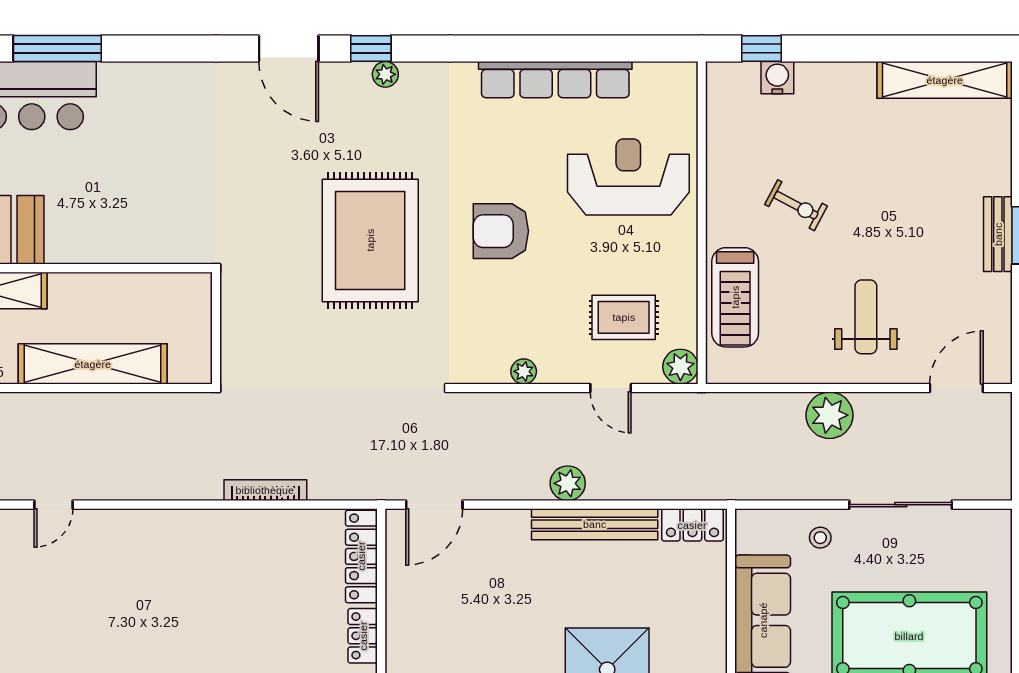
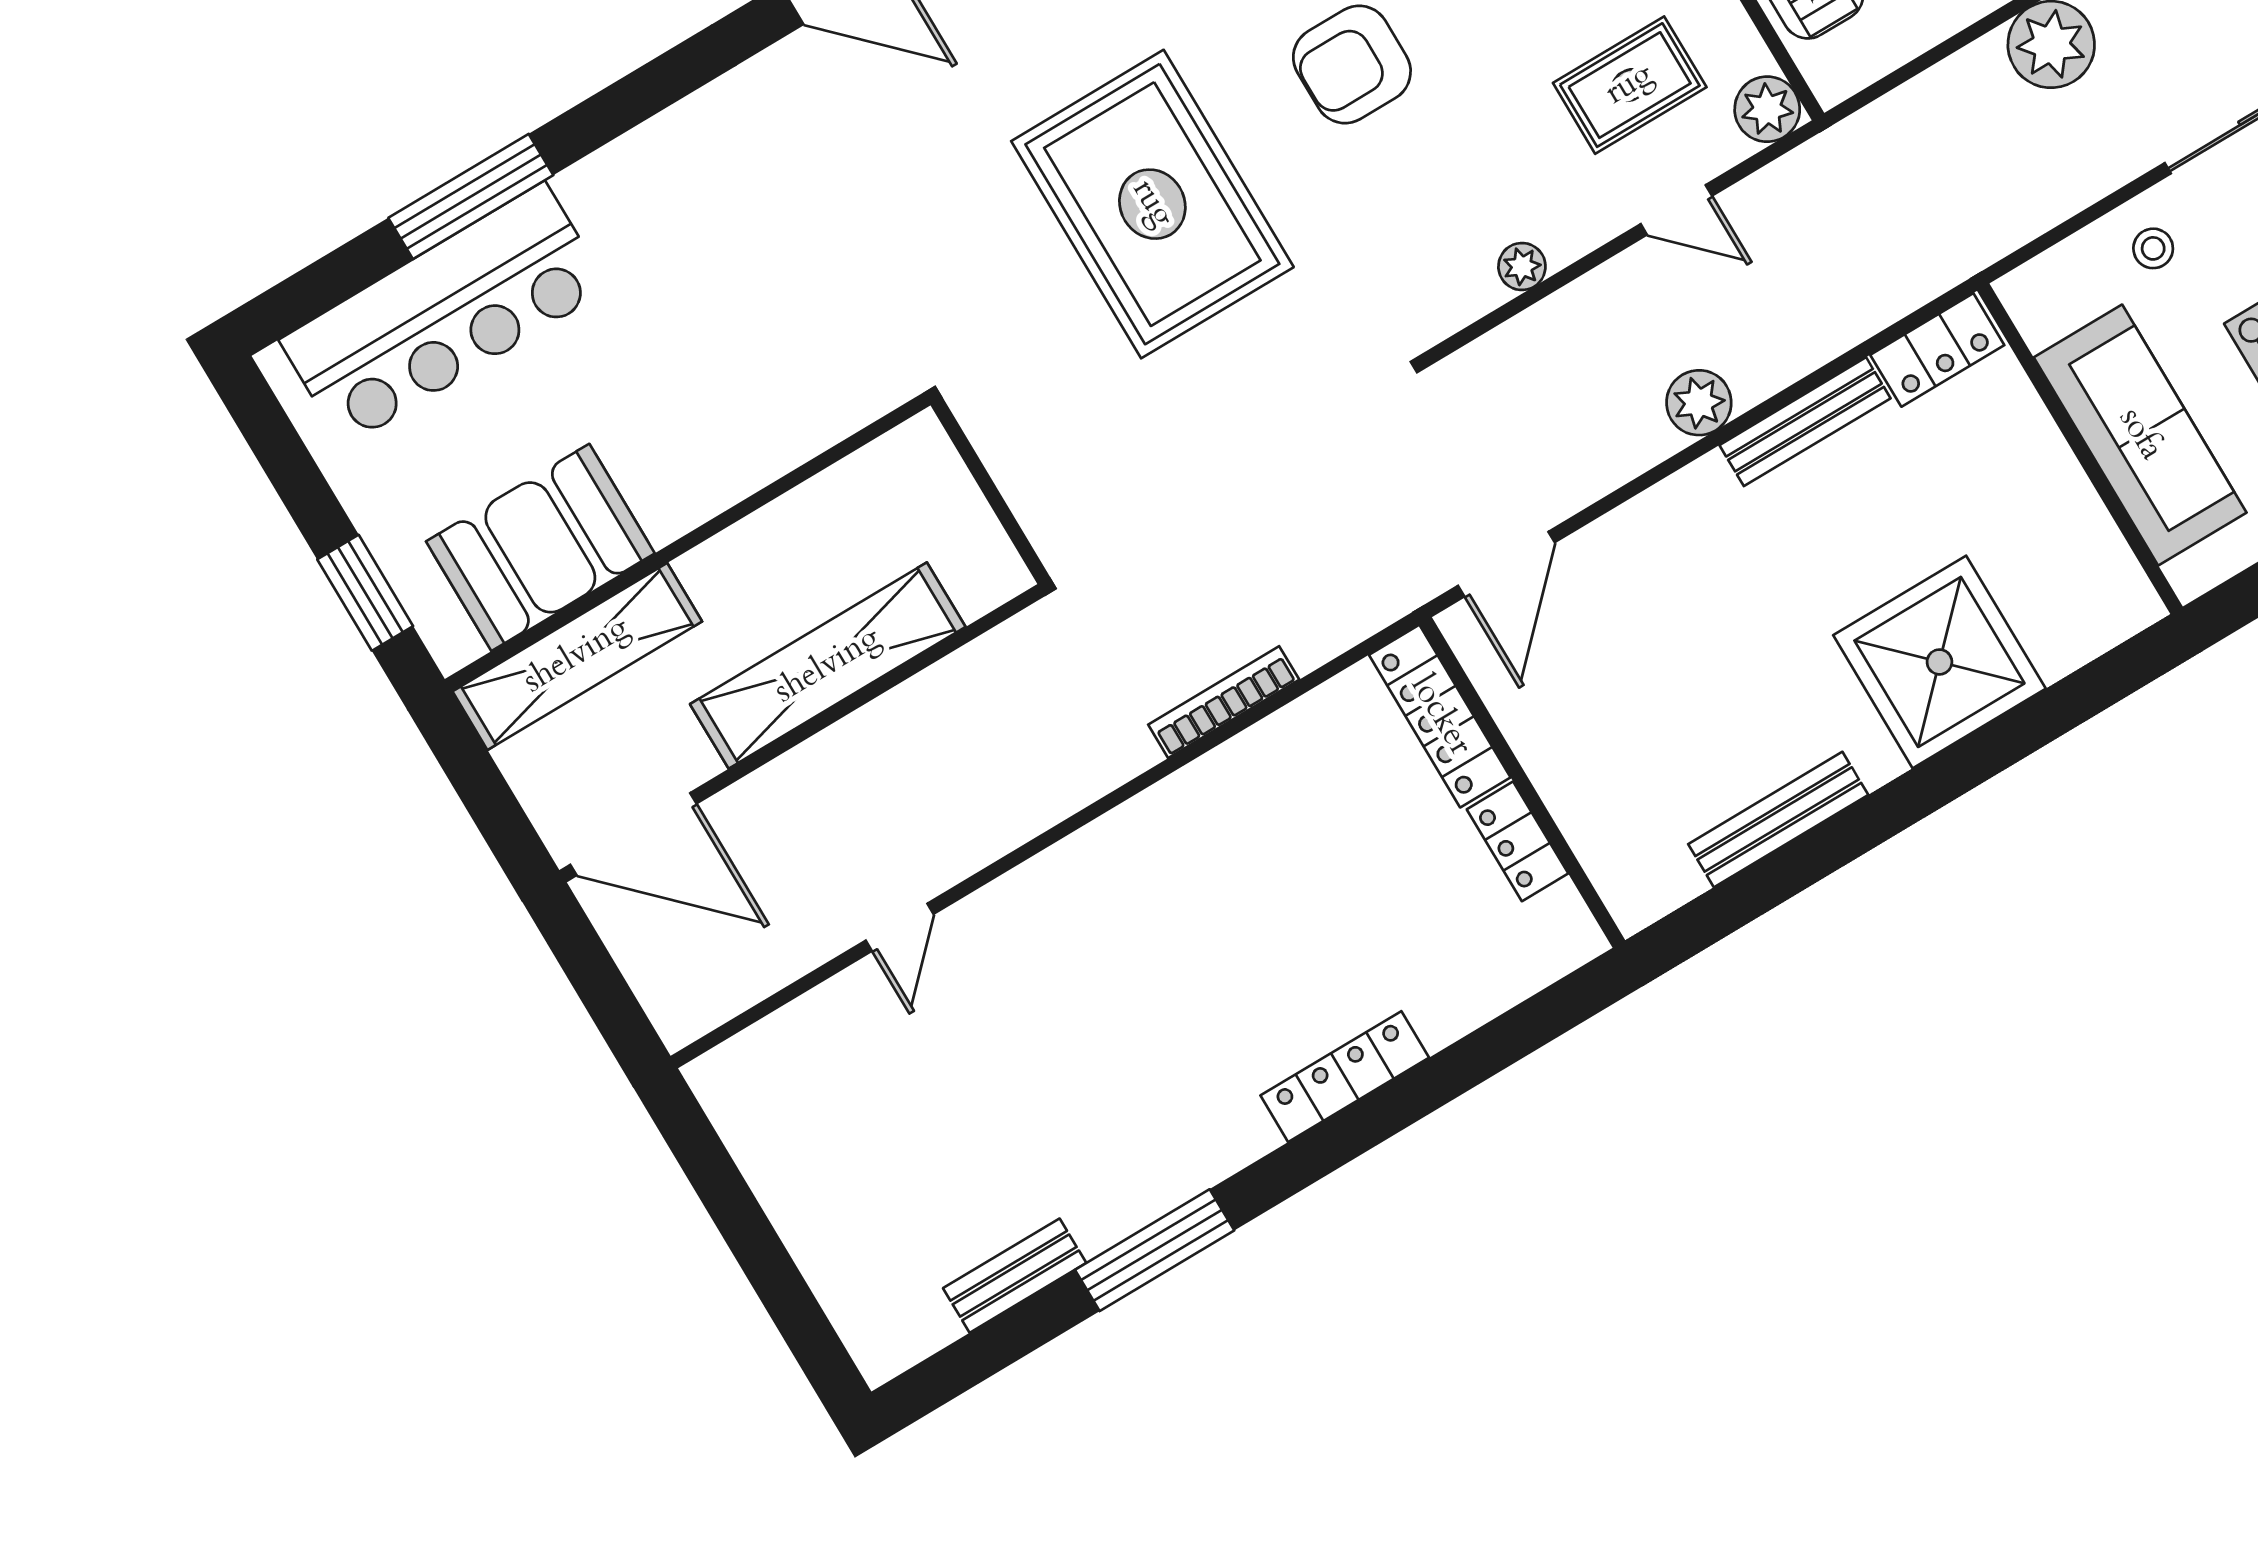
bench: (595, 524) -> (1805, 422), width x0.73, depth x0.82

